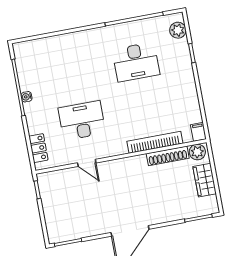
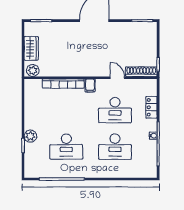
plant: (178, 30) -> (30, 136), moved
desk: (136, 62) -> (66, 147), turned 180
desk: (73, 74) -> (115, 147), added
filing cabinet: (198, 132) -> (90, 85), moved
locker: (38, 148) -> (151, 107), moved
shoe rack: (168, 156) -> (141, 72), moved

